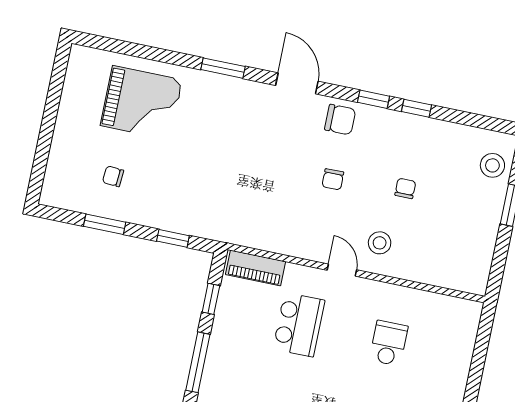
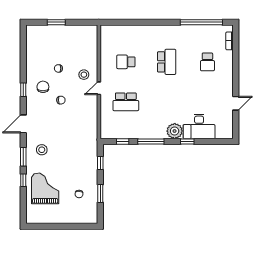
window: (417, 108) -> (23, 180), moved
chair: (340, 120) -> (43, 87), moved
stool: (492, 165) -> (42, 150), moved
piano: (255, 268) -> (106, 125), removed
school desk: (299, 325) -> (126, 102), turned 180

